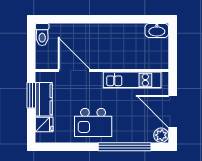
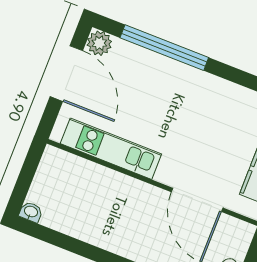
washbasin: (157, 30) -> (31, 212), width x0.52, depth x0.69
kitchen island: (93, 122) -> (199, 106), removed

